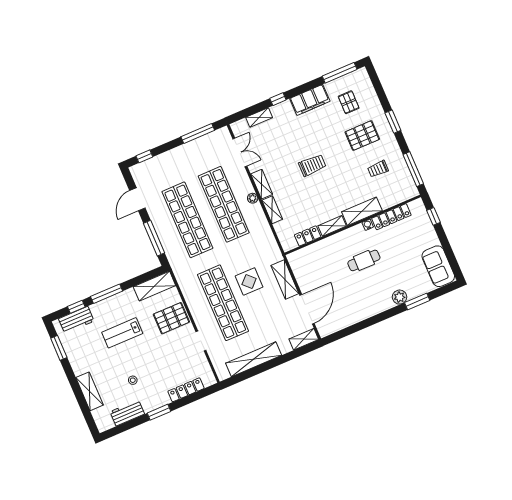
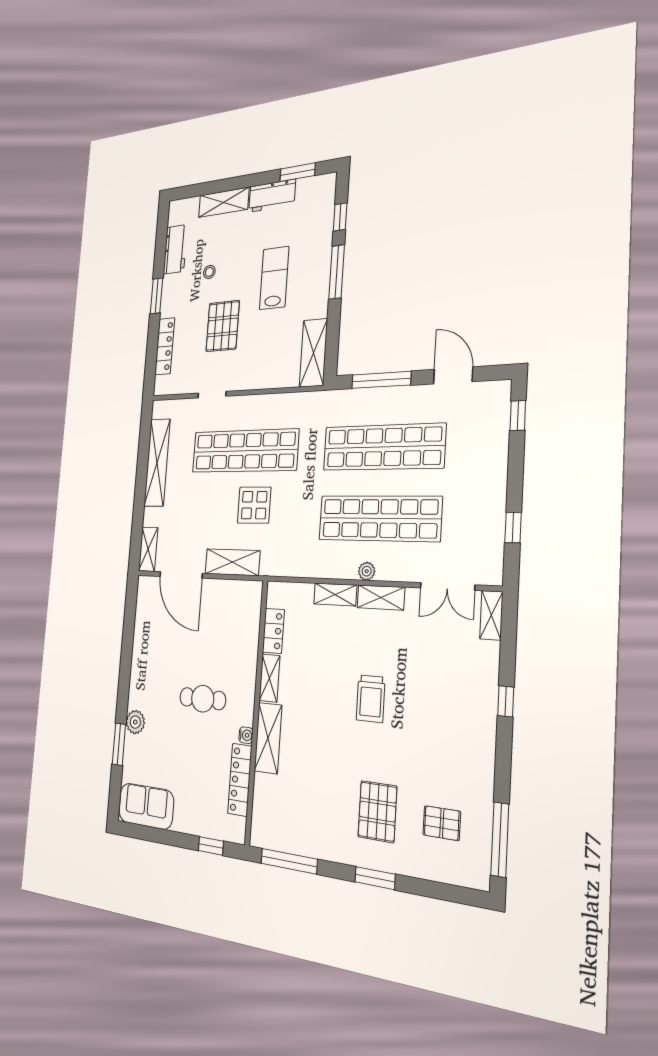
filing cabinet: (310, 100) -> (478, 757), removed
shelving: (259, 118) -> (491, 615), moved
window: (198, 134) -> (513, 528), width x0.46
trolley: (378, 169) -> (316, 804), removed
cafe table: (364, 260) -> (203, 699), turned 90
pallet: (171, 318) -> (223, 326), moved
workbench: (76, 320) -> (272, 196), moved, turned -90

